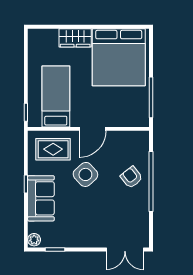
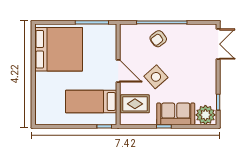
wardrobe: (75, 38) -> (42, 85), removed
rug: (53, 149) -> (135, 104), turned 90
plant: (34, 240) -> (205, 115), width x1.88, depth x1.88

